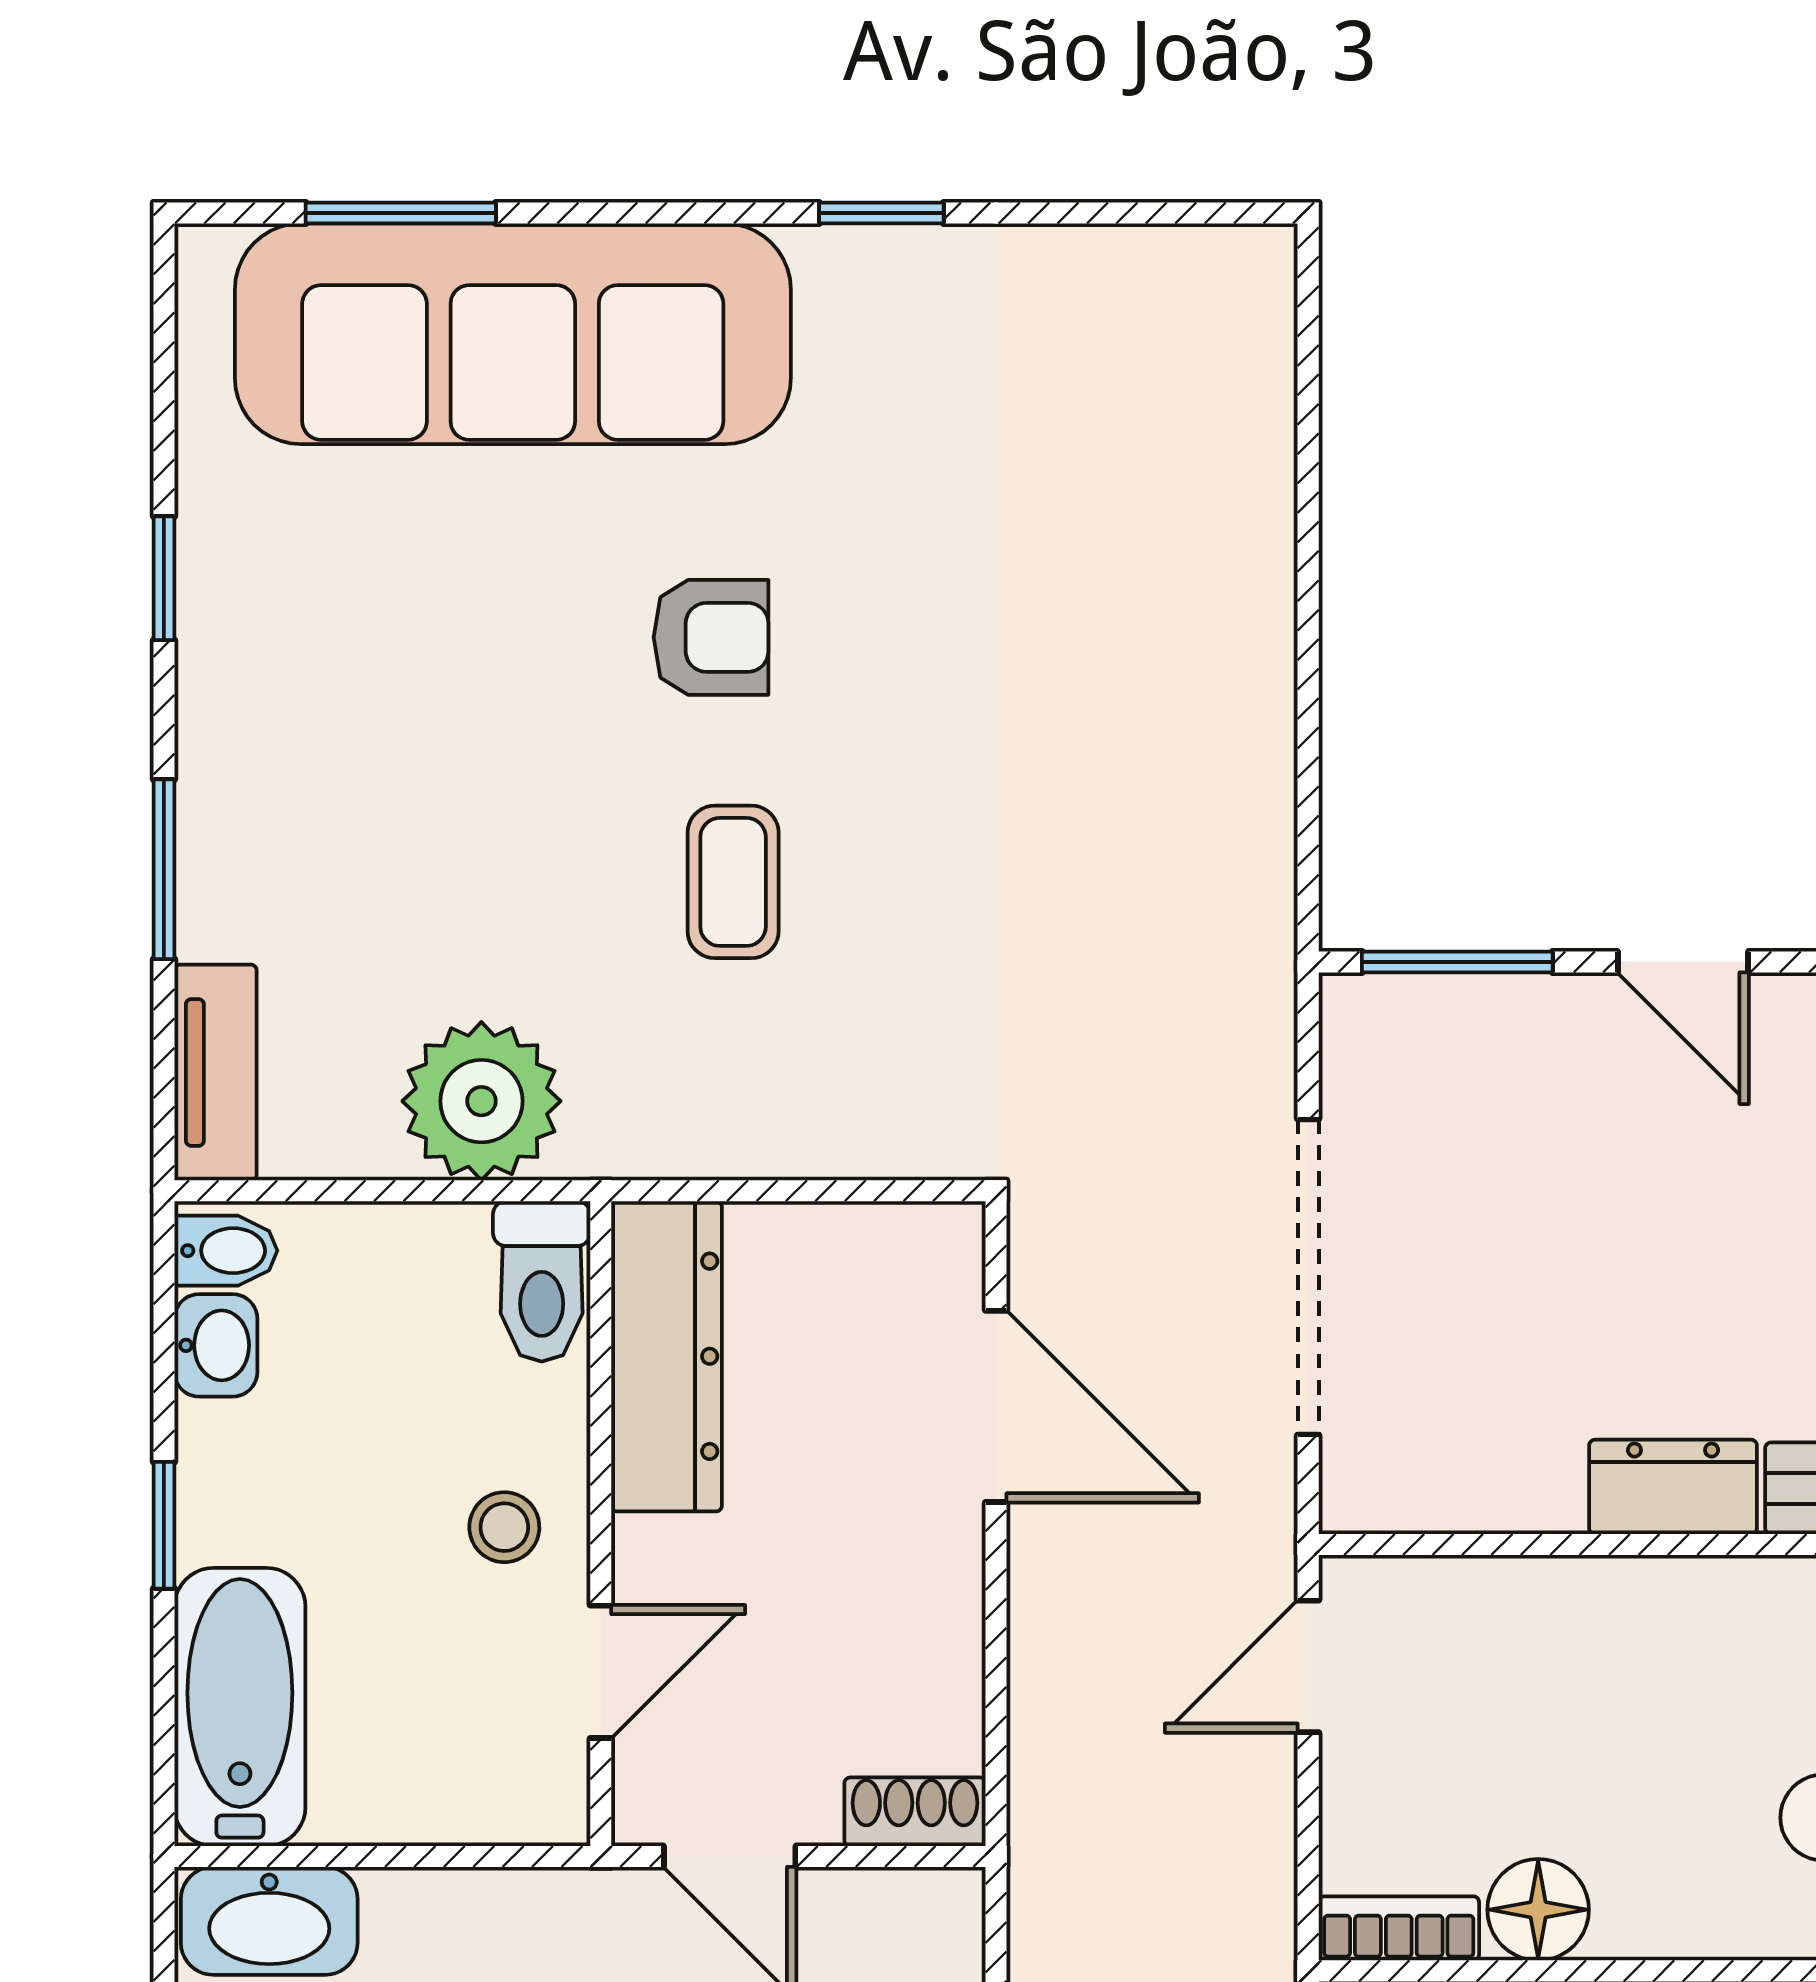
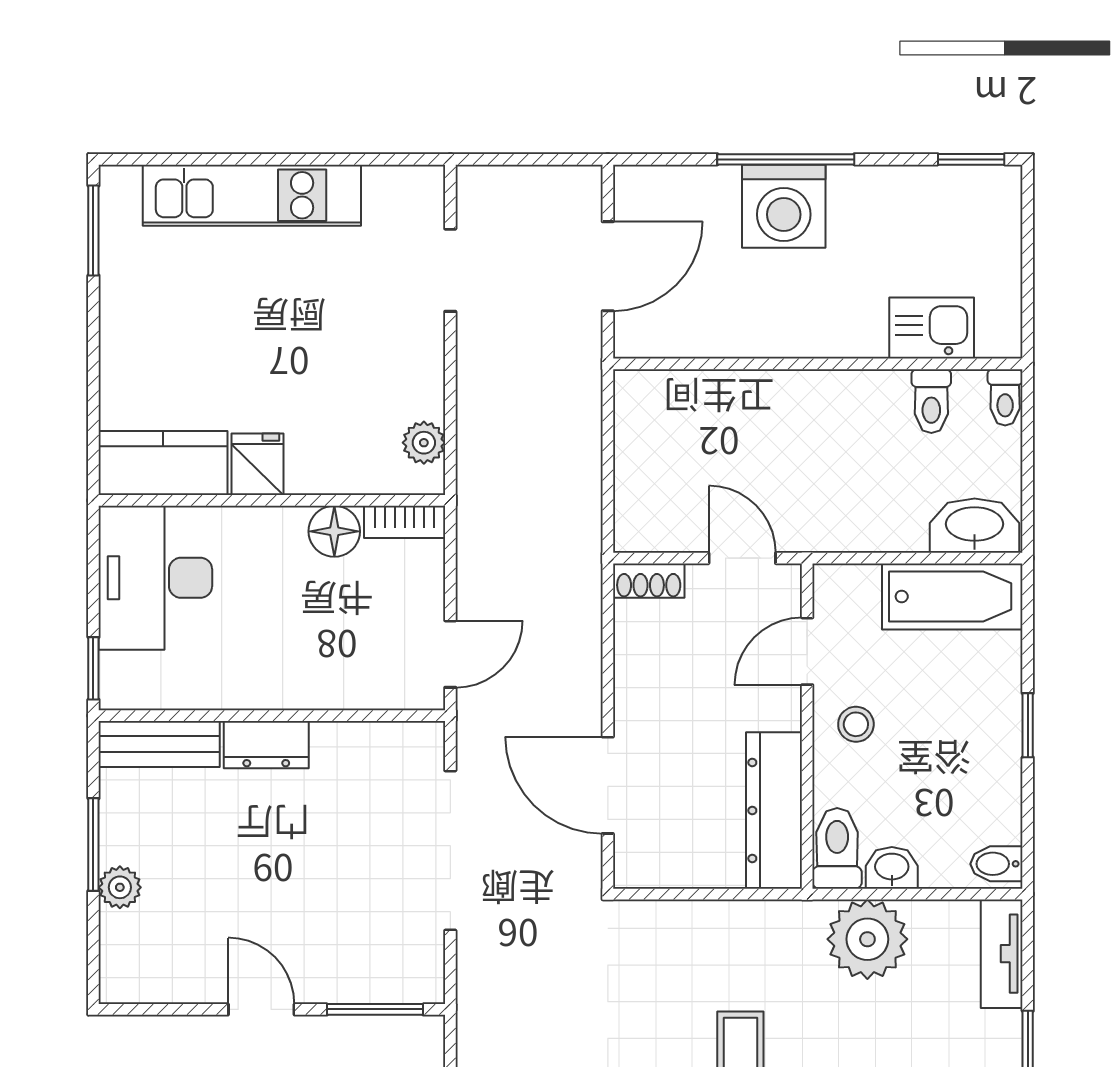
washbasin: (216, 1345) -> (892, 868), moved, turned 90
bathtub: (240, 1707) -> (952, 596), moved, turned -90

